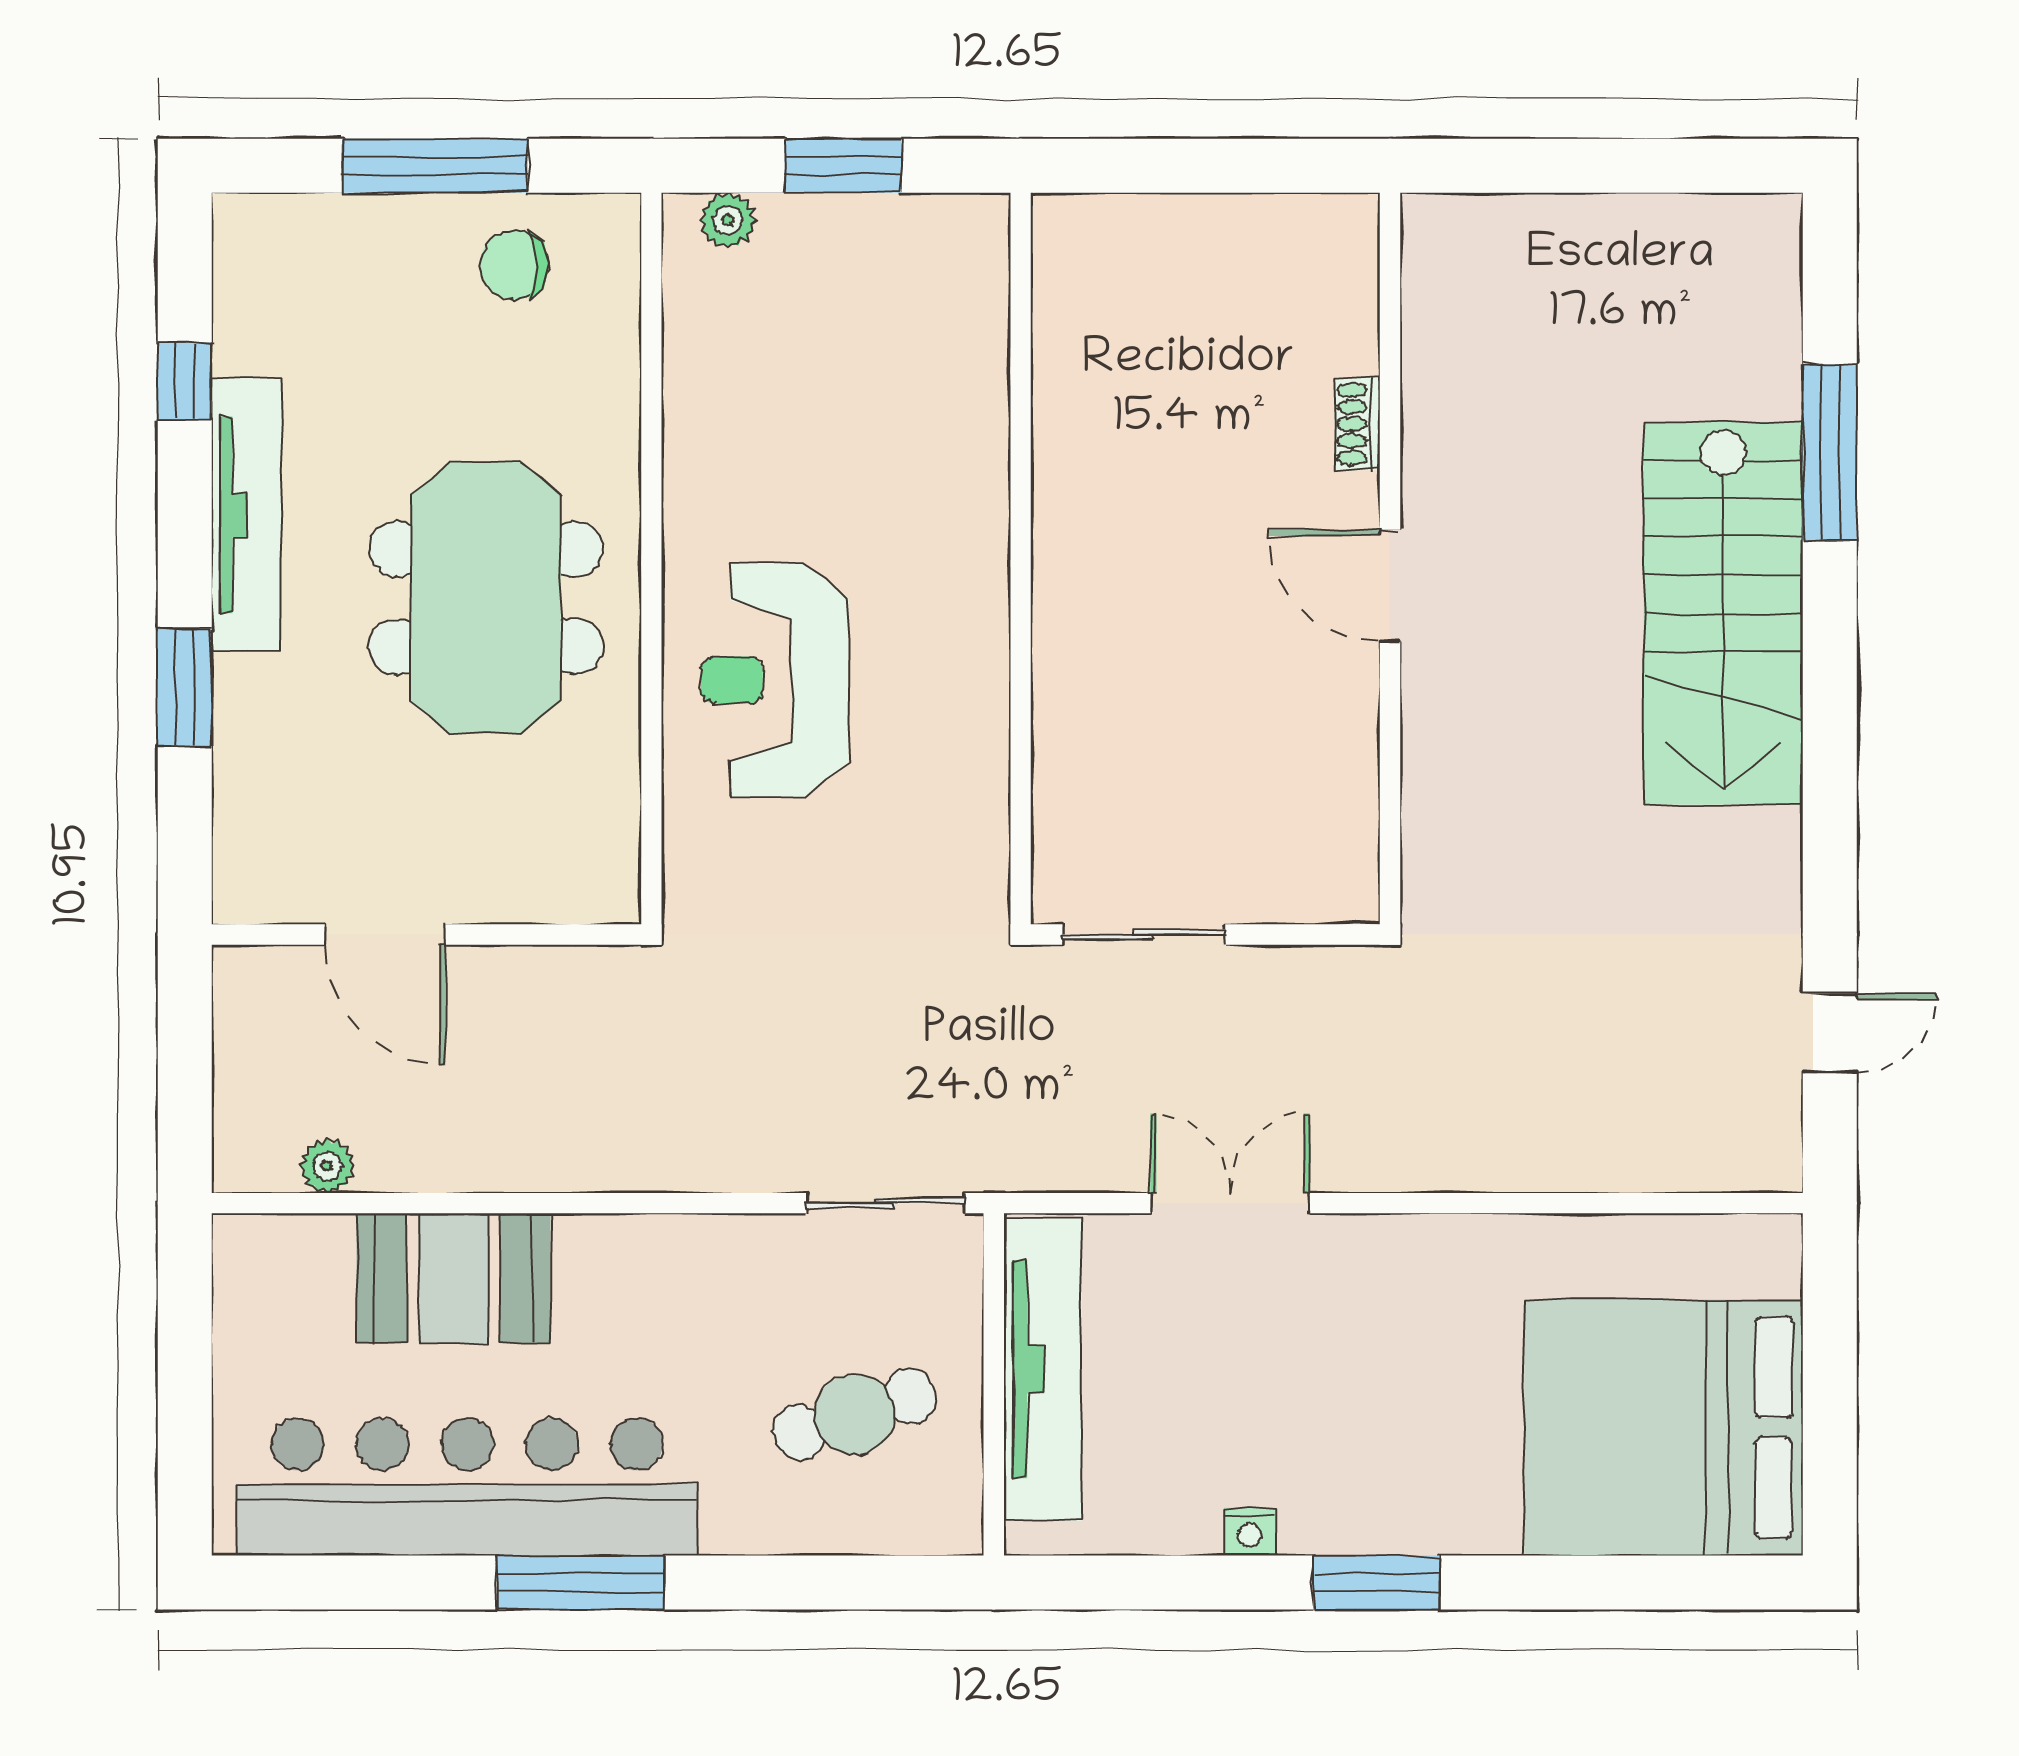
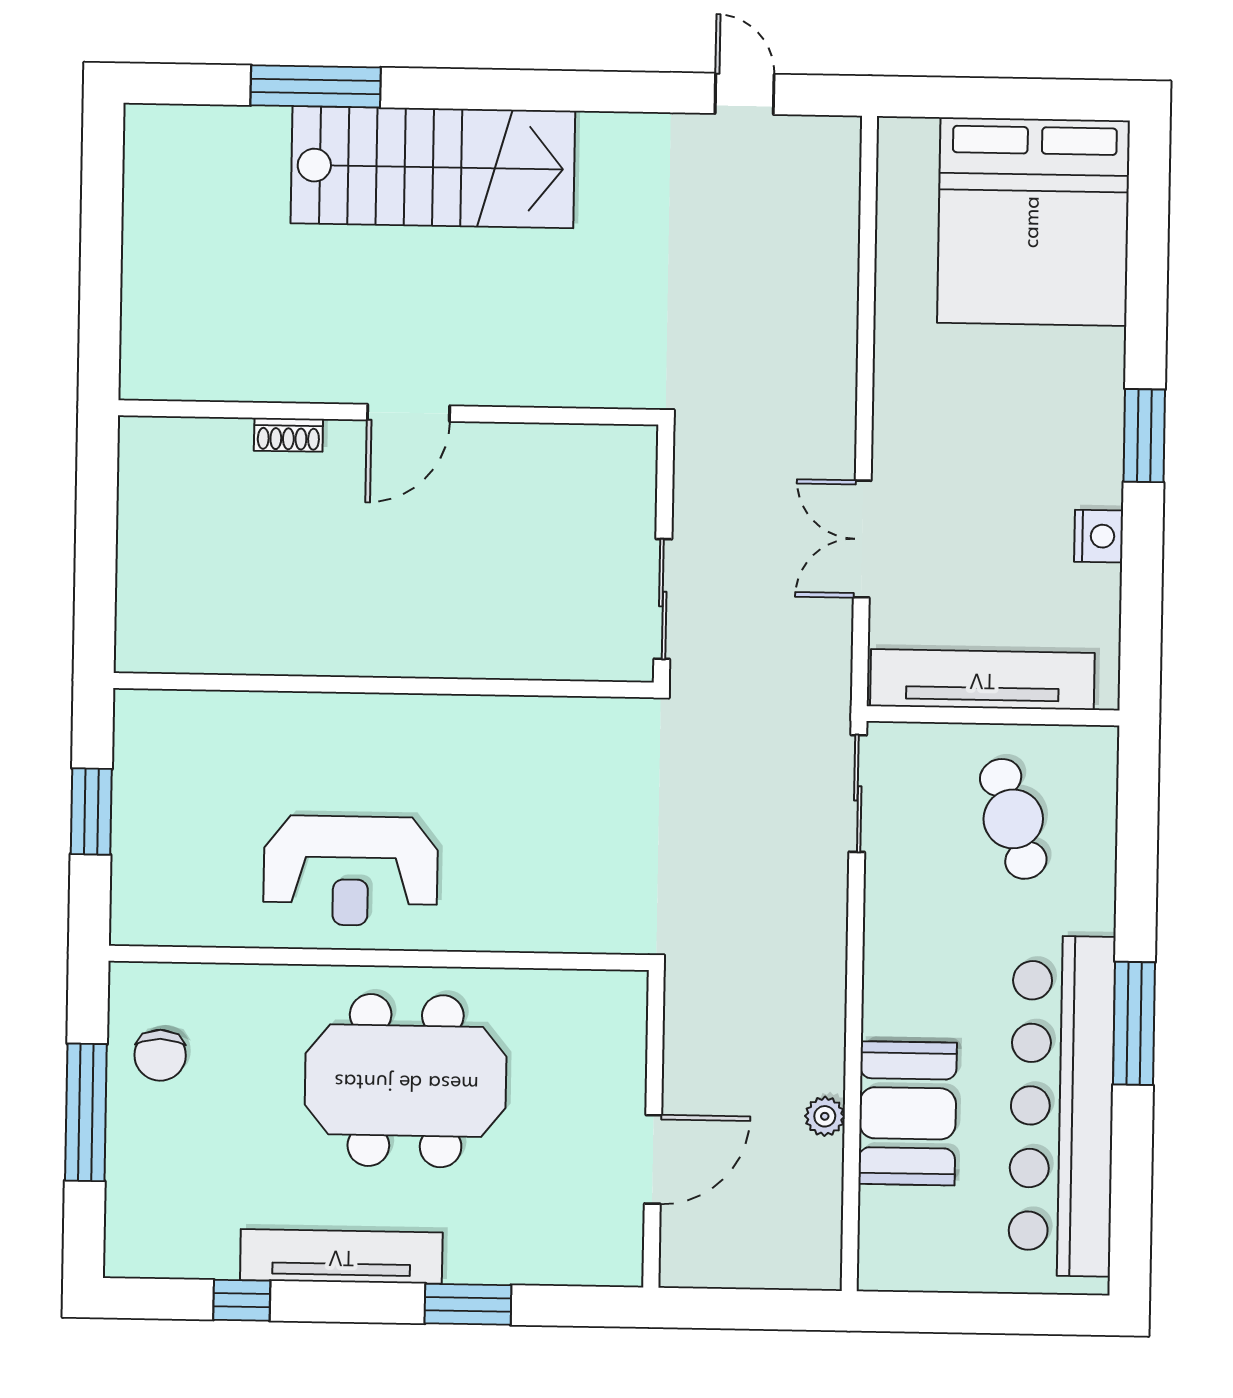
plant: (728, 220) -> (130, 897), removed
reception desk: (775, 680) -> (351, 871), moved
plant: (327, 1166) -> (825, 1116), moved
nightstand: (1249, 1532) -> (1099, 536), width x1.39, depth x1.35

